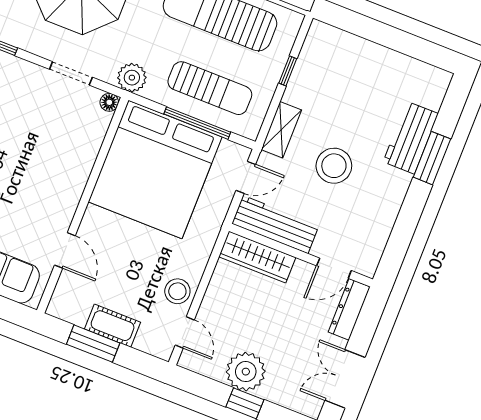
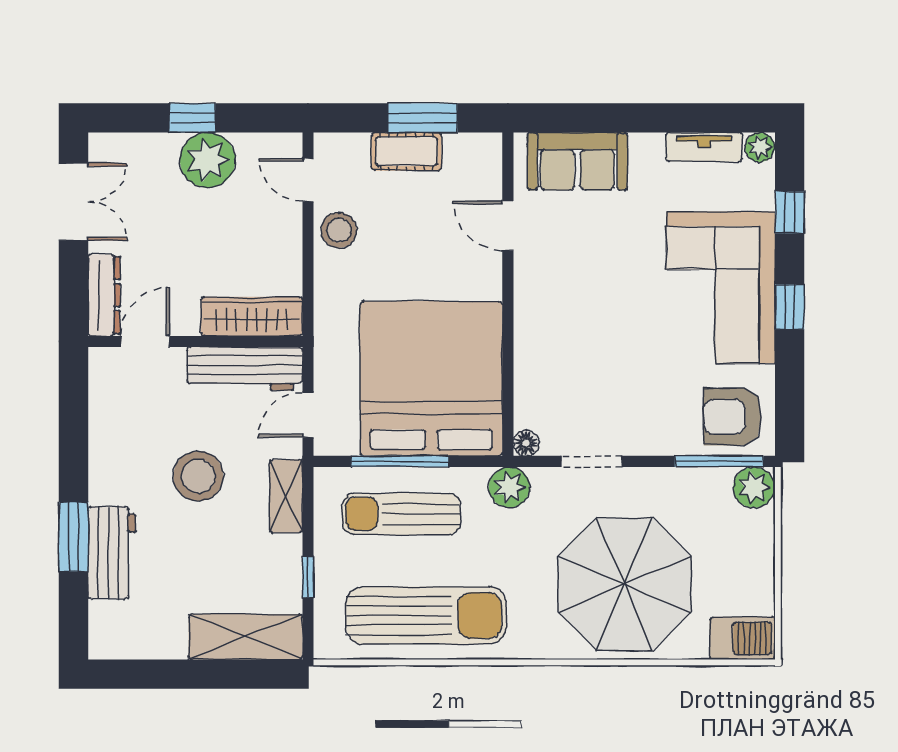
shelving: (344, 48) -> (246, 637), added

